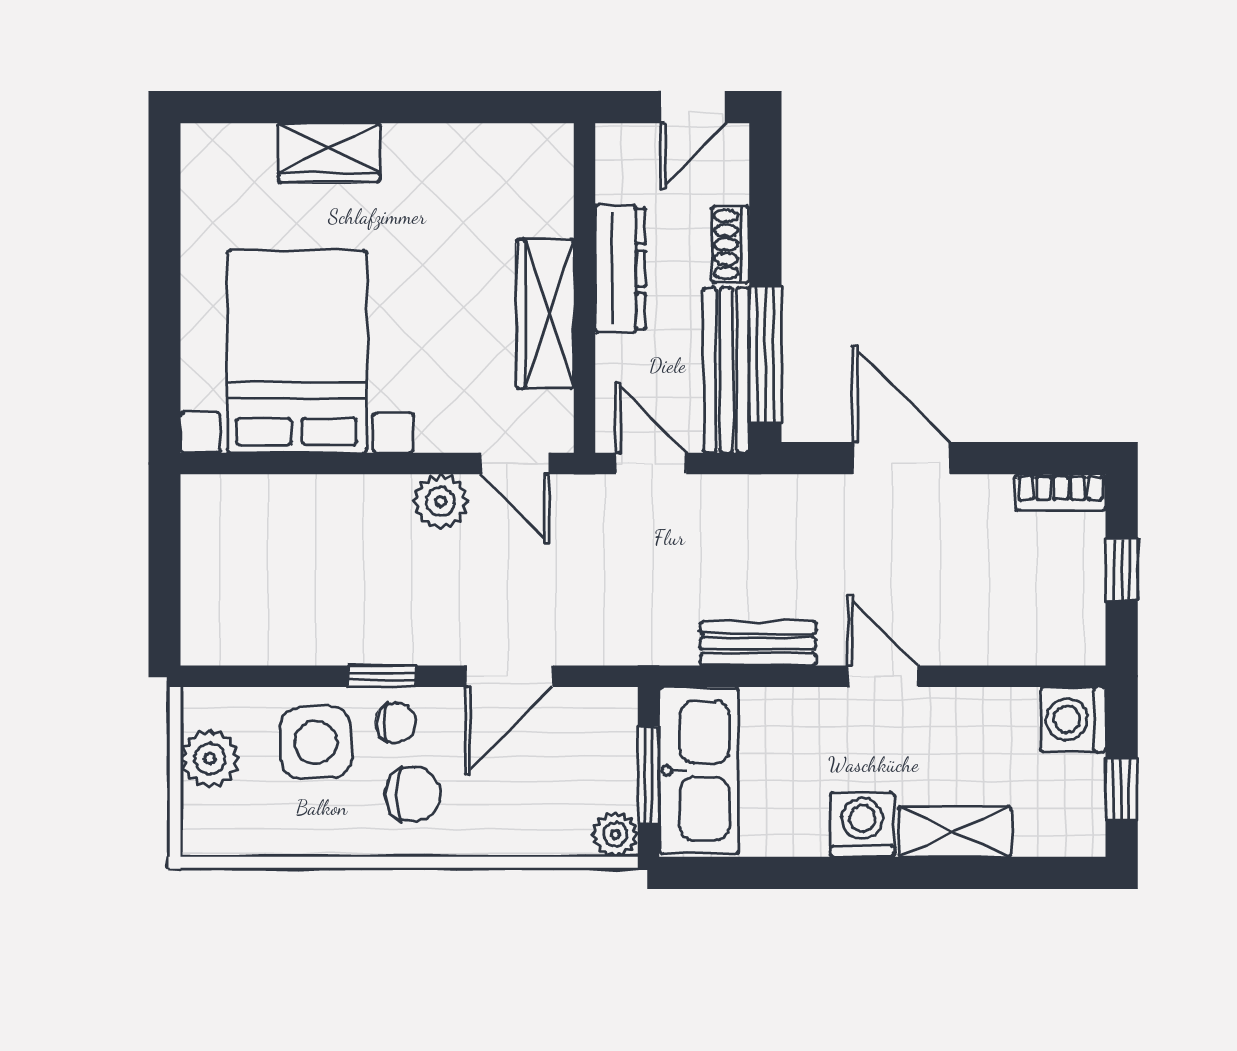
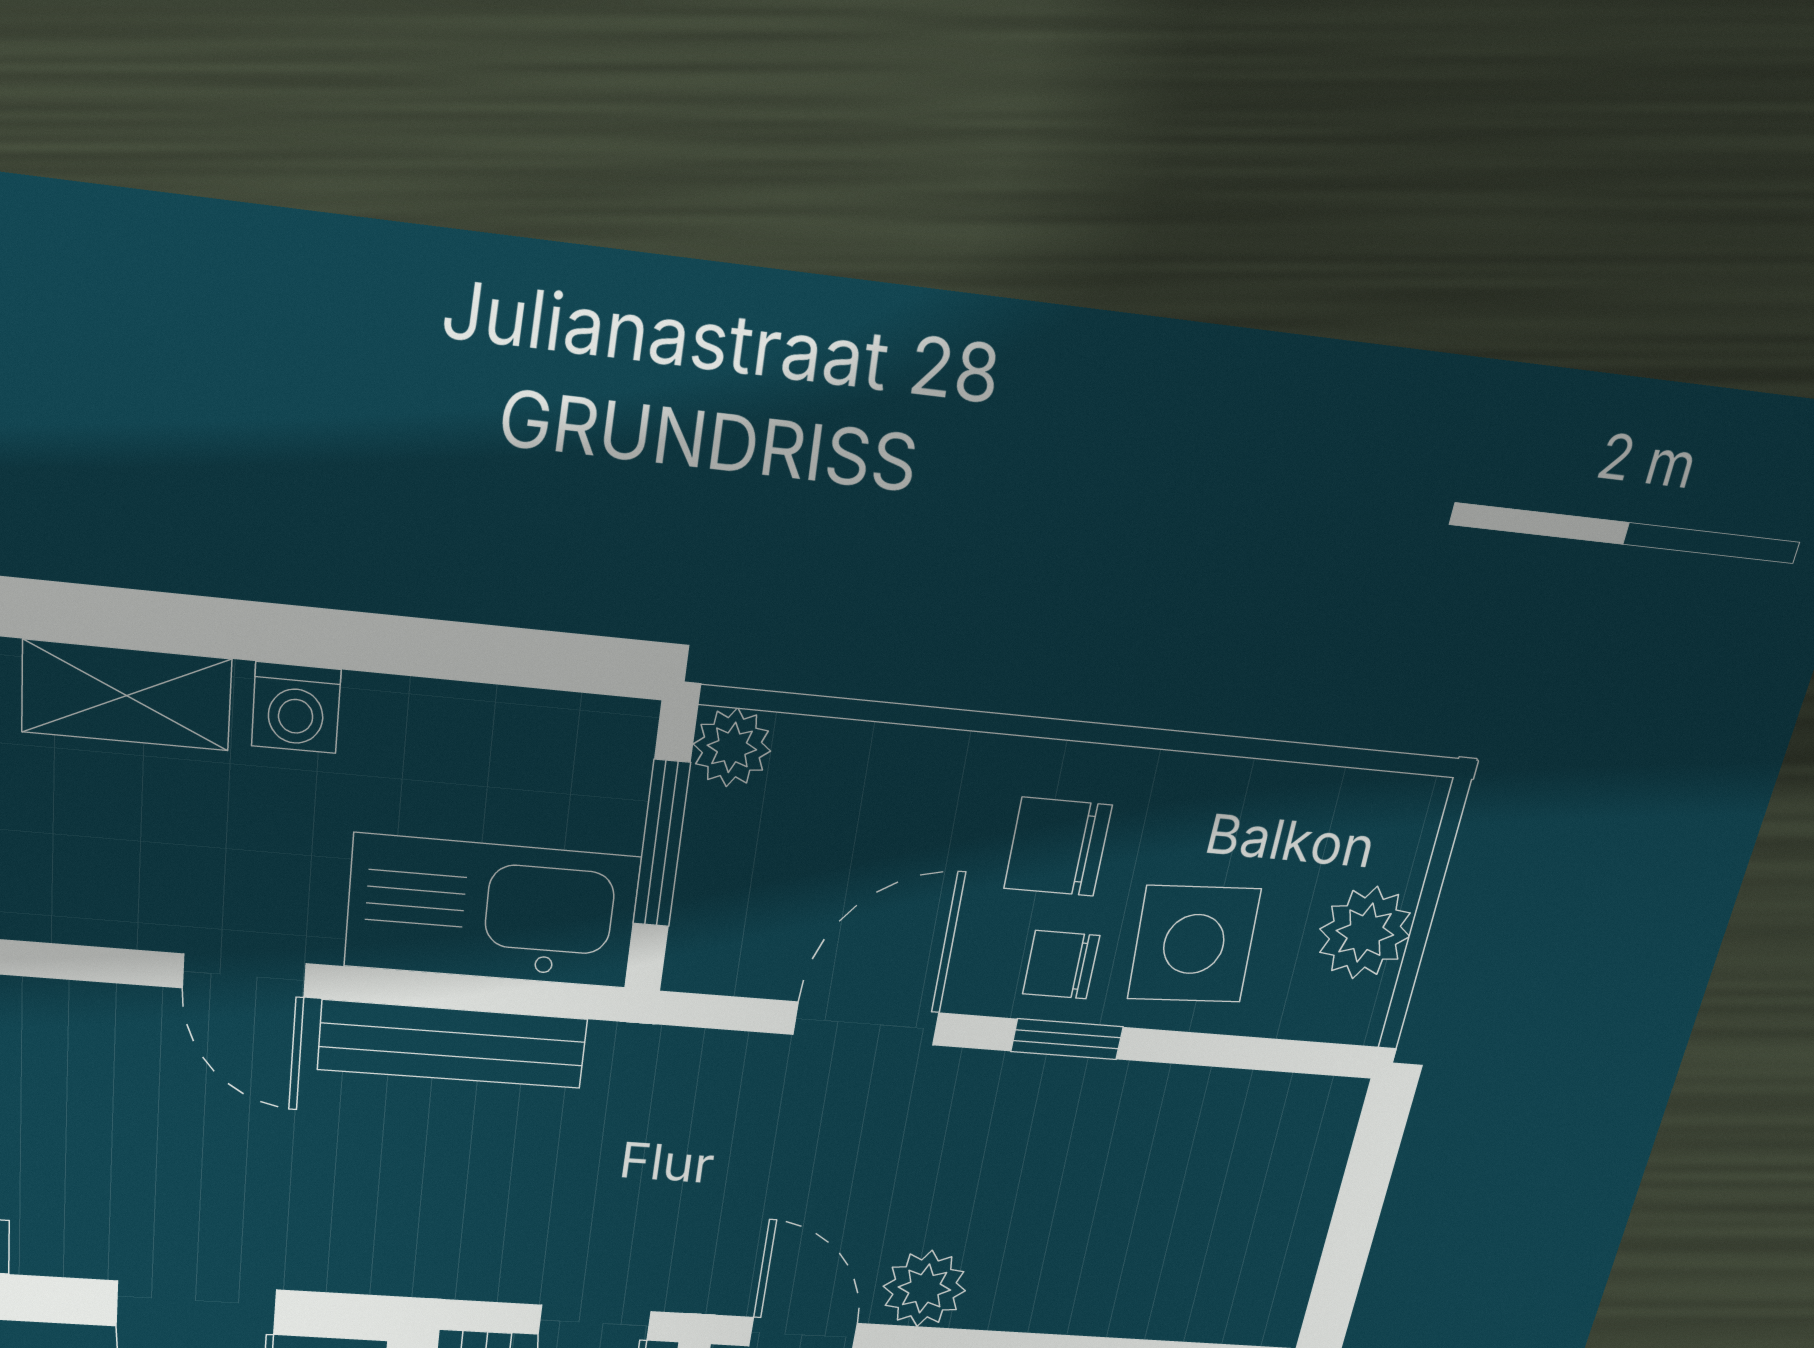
bench: (758, 643) -> (453, 1044), width x1.36
kitchen sink: (699, 770) -> (492, 912), moved, turned 90
washing machine: (862, 825) -> (296, 708), width x0.73, depth x0.73

